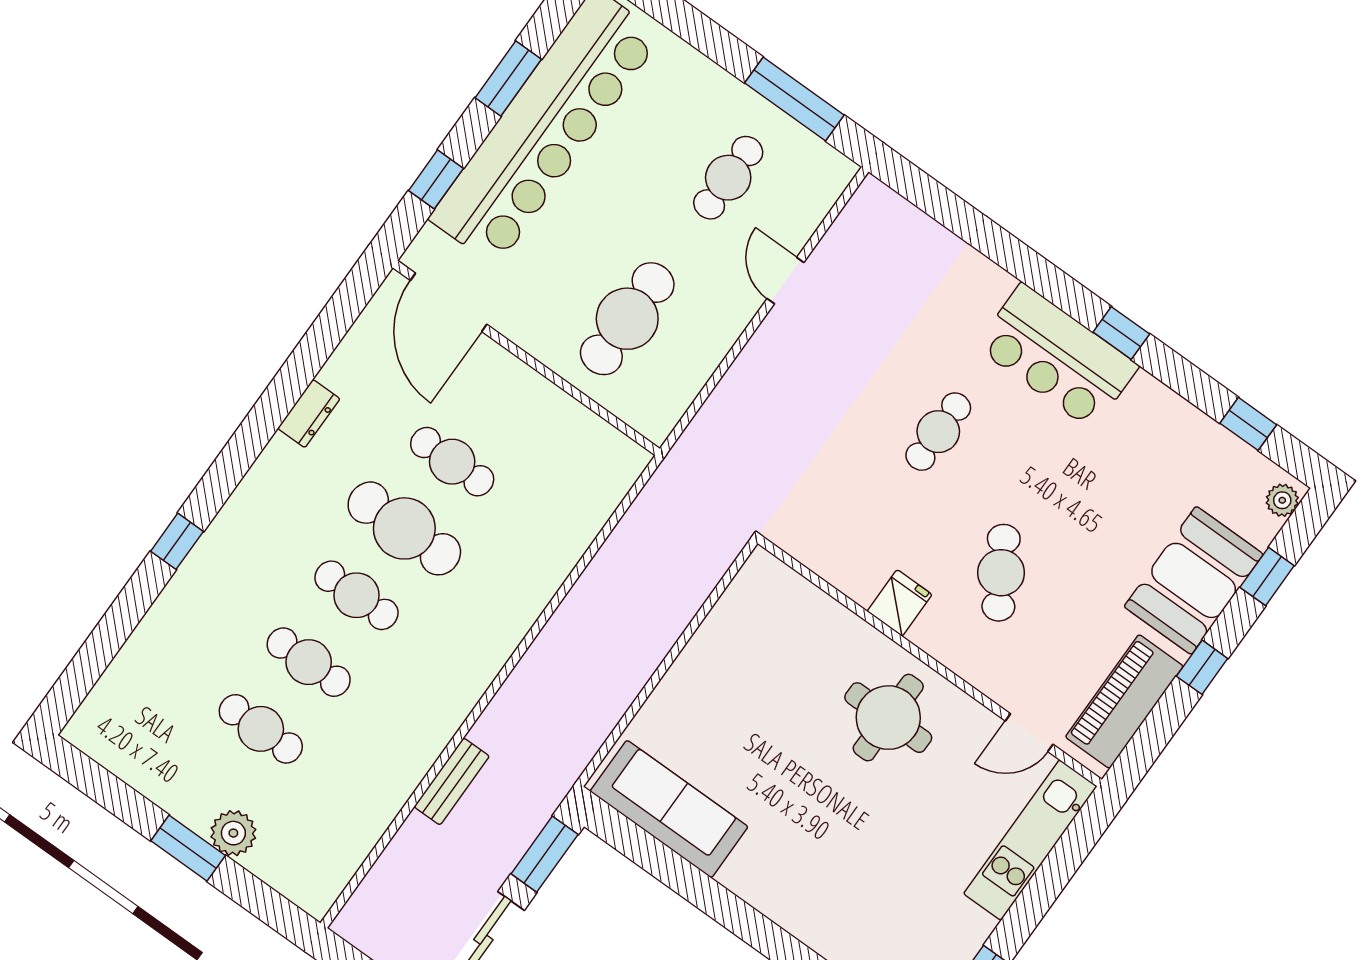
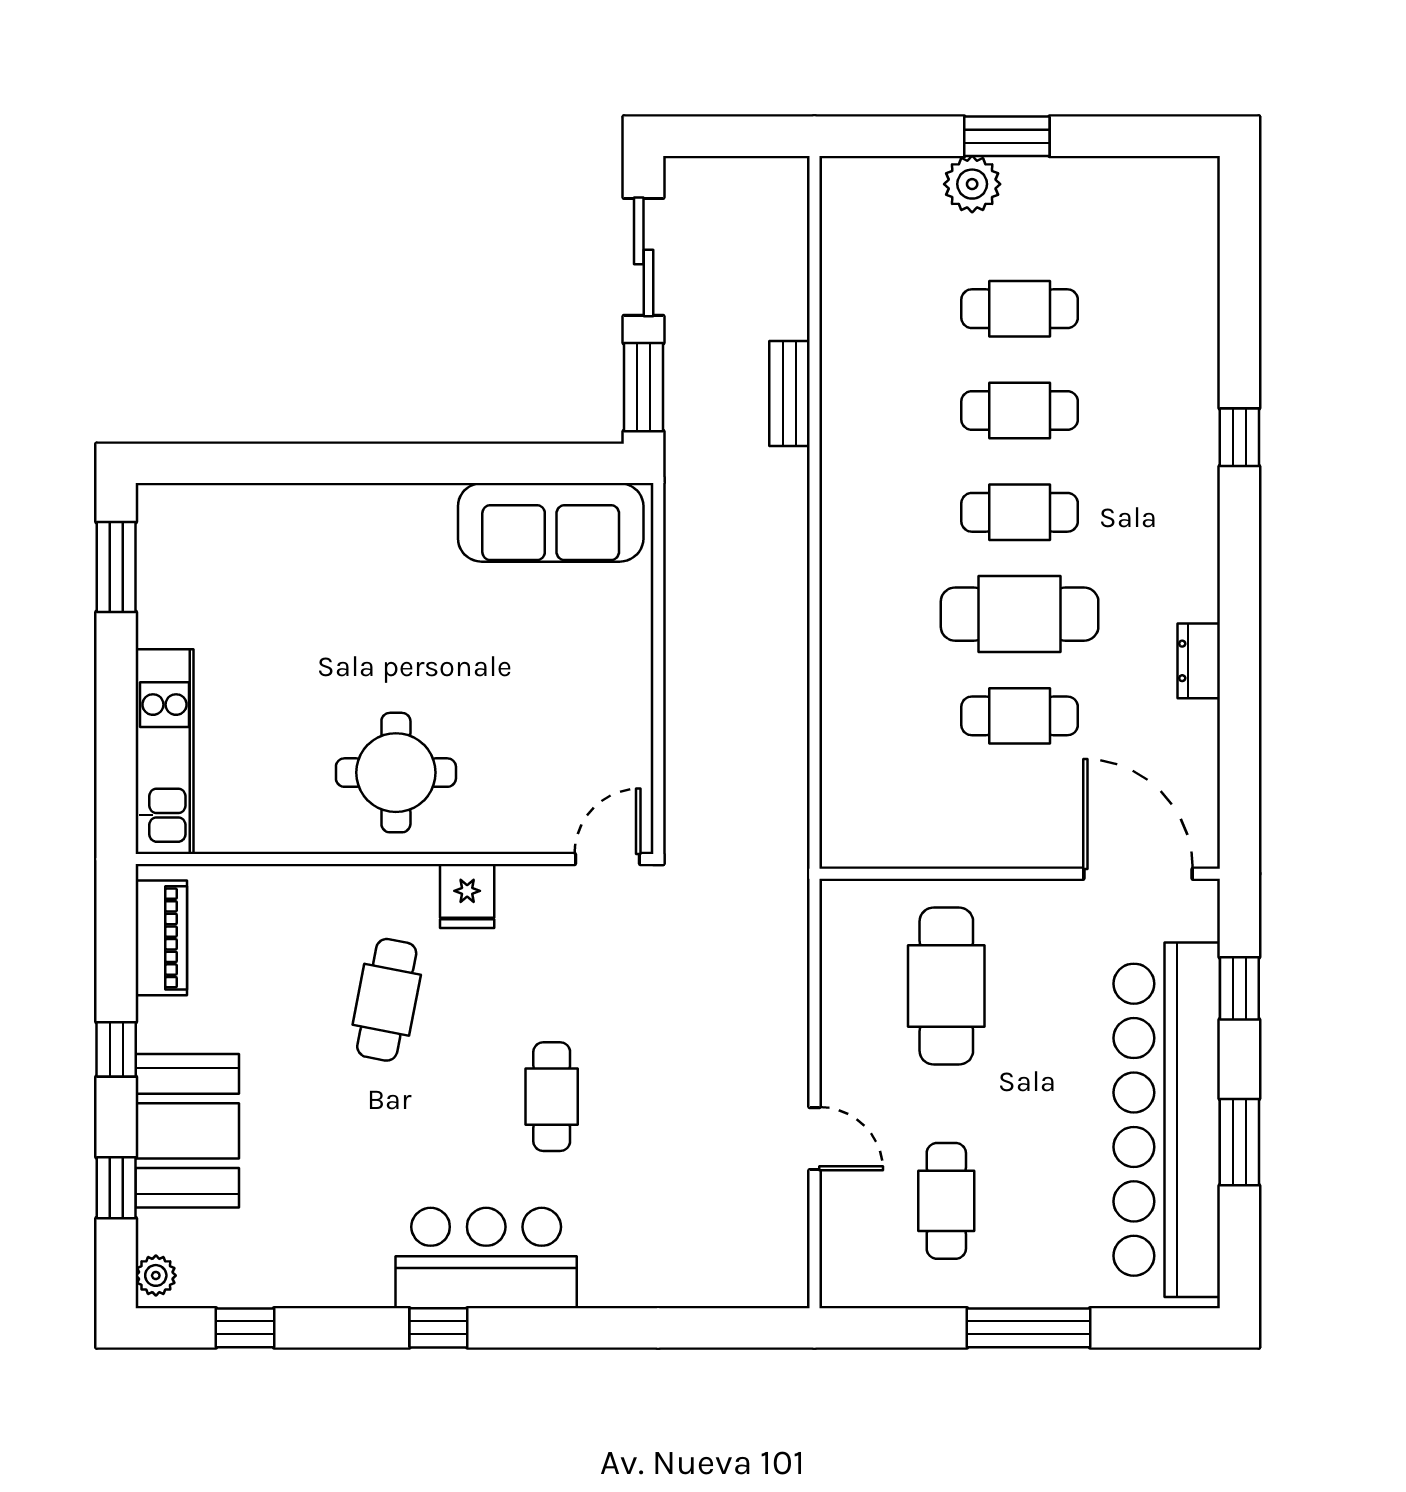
window: (794, 99) -> (1028, 1328), moved
cafe table: (1001, 573) -> (387, 1000), turned 42
piano: (1124, 701) -> (161, 938), width x0.73, depth x0.75
door: (1029, 733) -> (607, 859), moved

